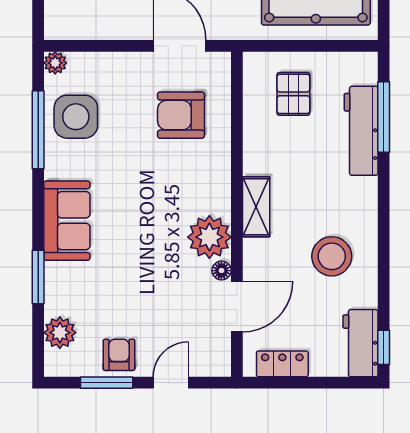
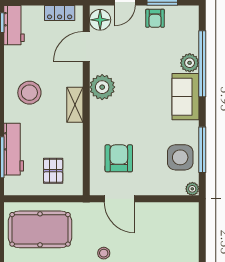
armchair: (181, 115) -> (119, 158), turned -90
stool: (332, 256) -> (29, 93), moved
floor lamp: (221, 271) -> (100, 20), moved, width x1.89, depth x1.89
window: (38, 277) -> (202, 64), width x2.11
plant: (60, 333) -> (190, 63), moved

